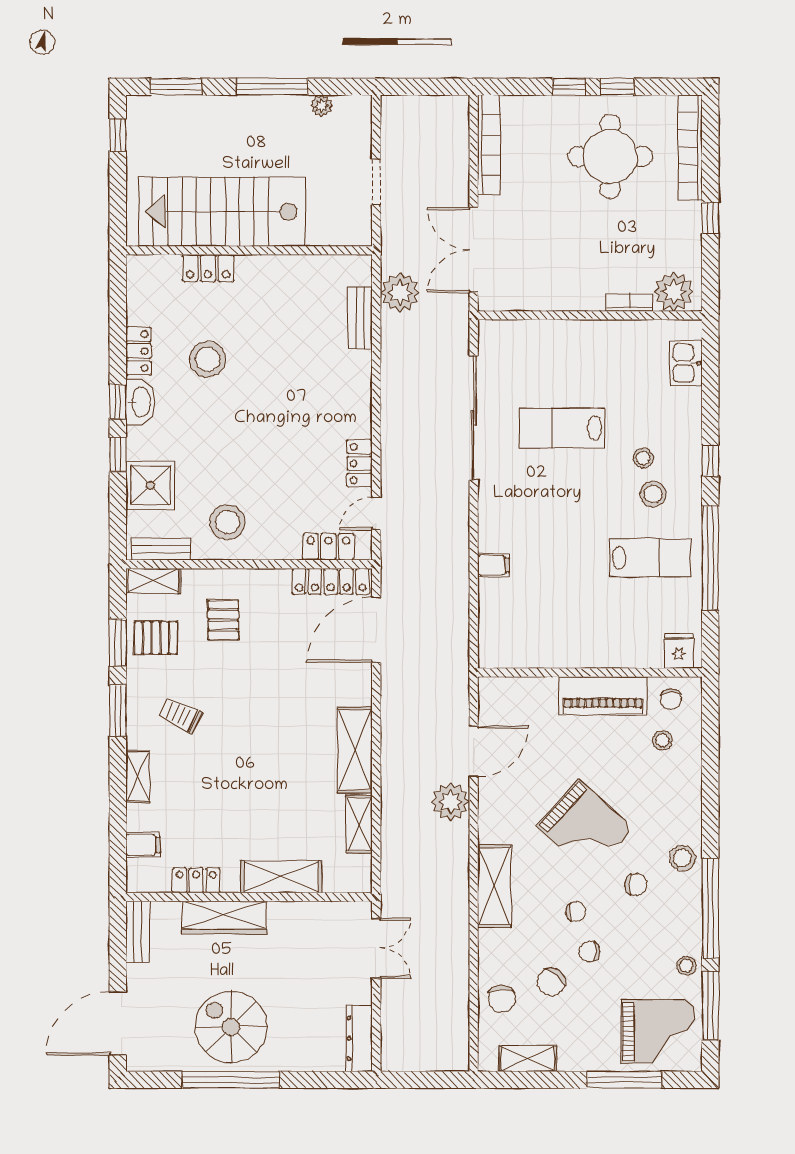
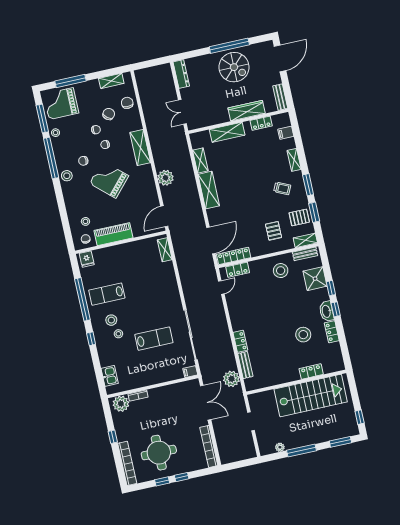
locker: (359, 463) -> (240, 341), moved
filing cabinet: (493, 565) -> (190, 372), moved
shelving: (490, 632) -> (165, 250), added
door: (474, 751) -> (164, 216), moved

